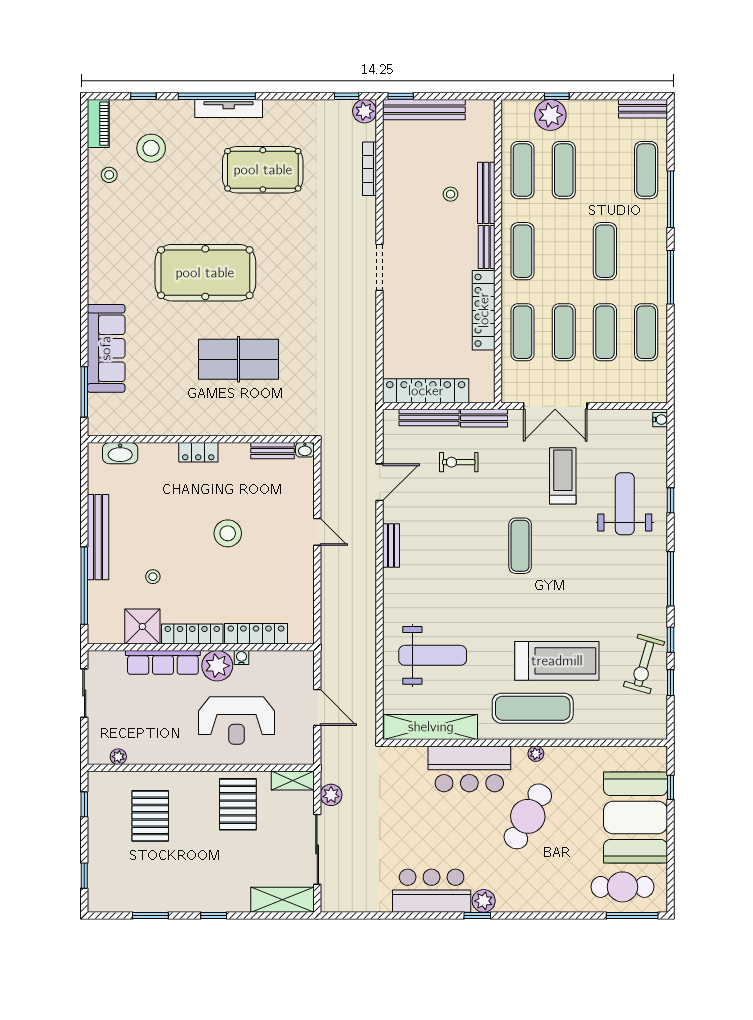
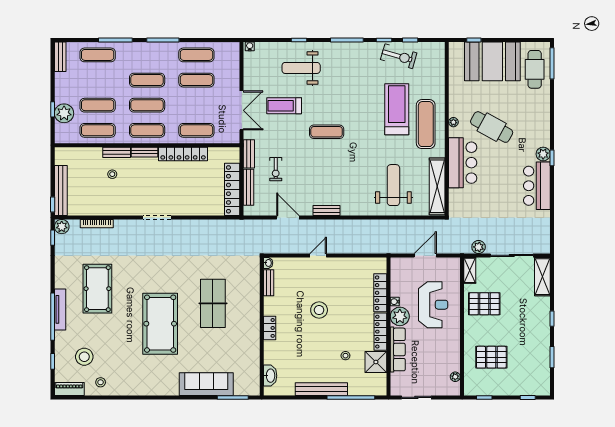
bench: (486, 193) -> (117, 152), width x0.73
exercise mat: (564, 332) -> (147, 105), moved

